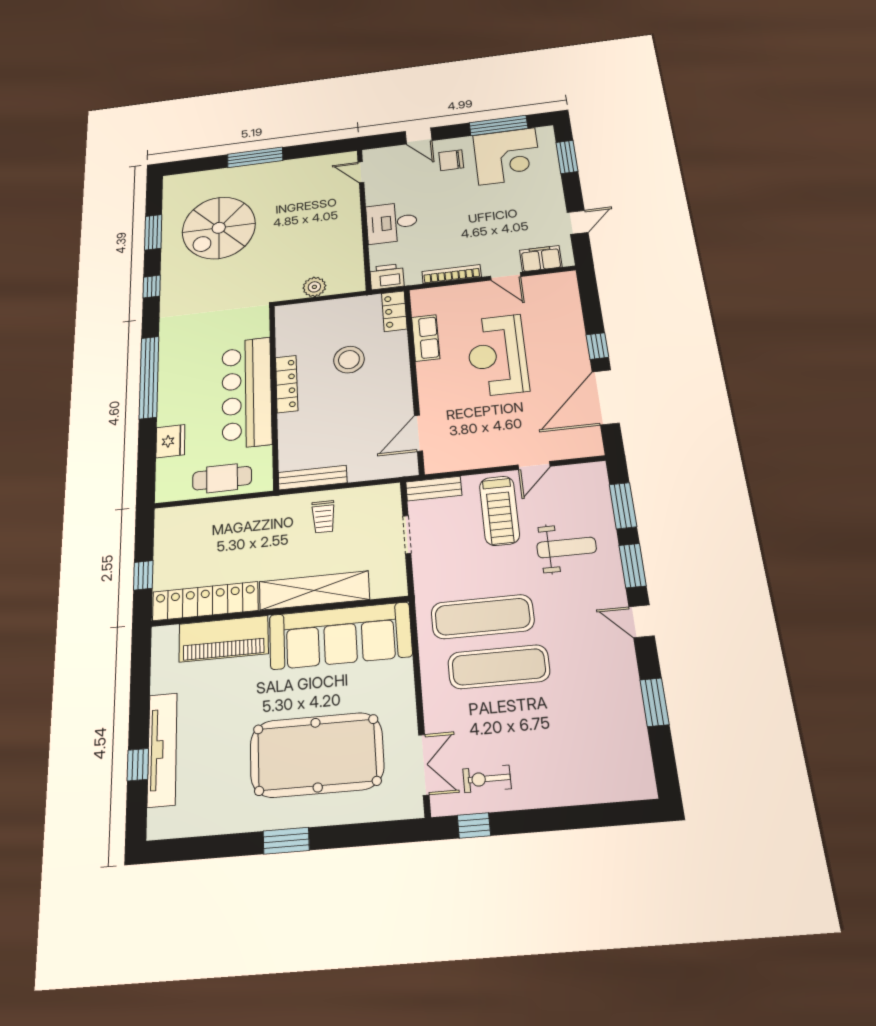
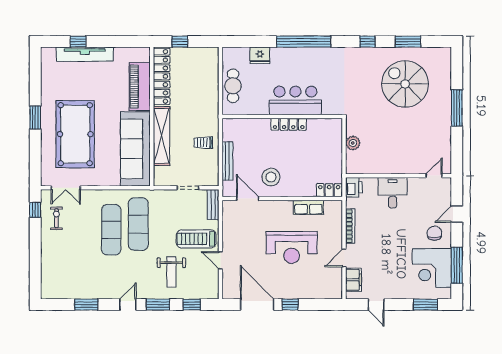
reception desk: (497, 355) -> (292, 247), turned 180
stool: (349, 360) -> (271, 177), moved
bar counter: (247, 392) -> (295, 101), width x0.73
bench: (313, 478) -> (227, 161), moved
window: (623, 506) -> (192, 305), width x0.67

